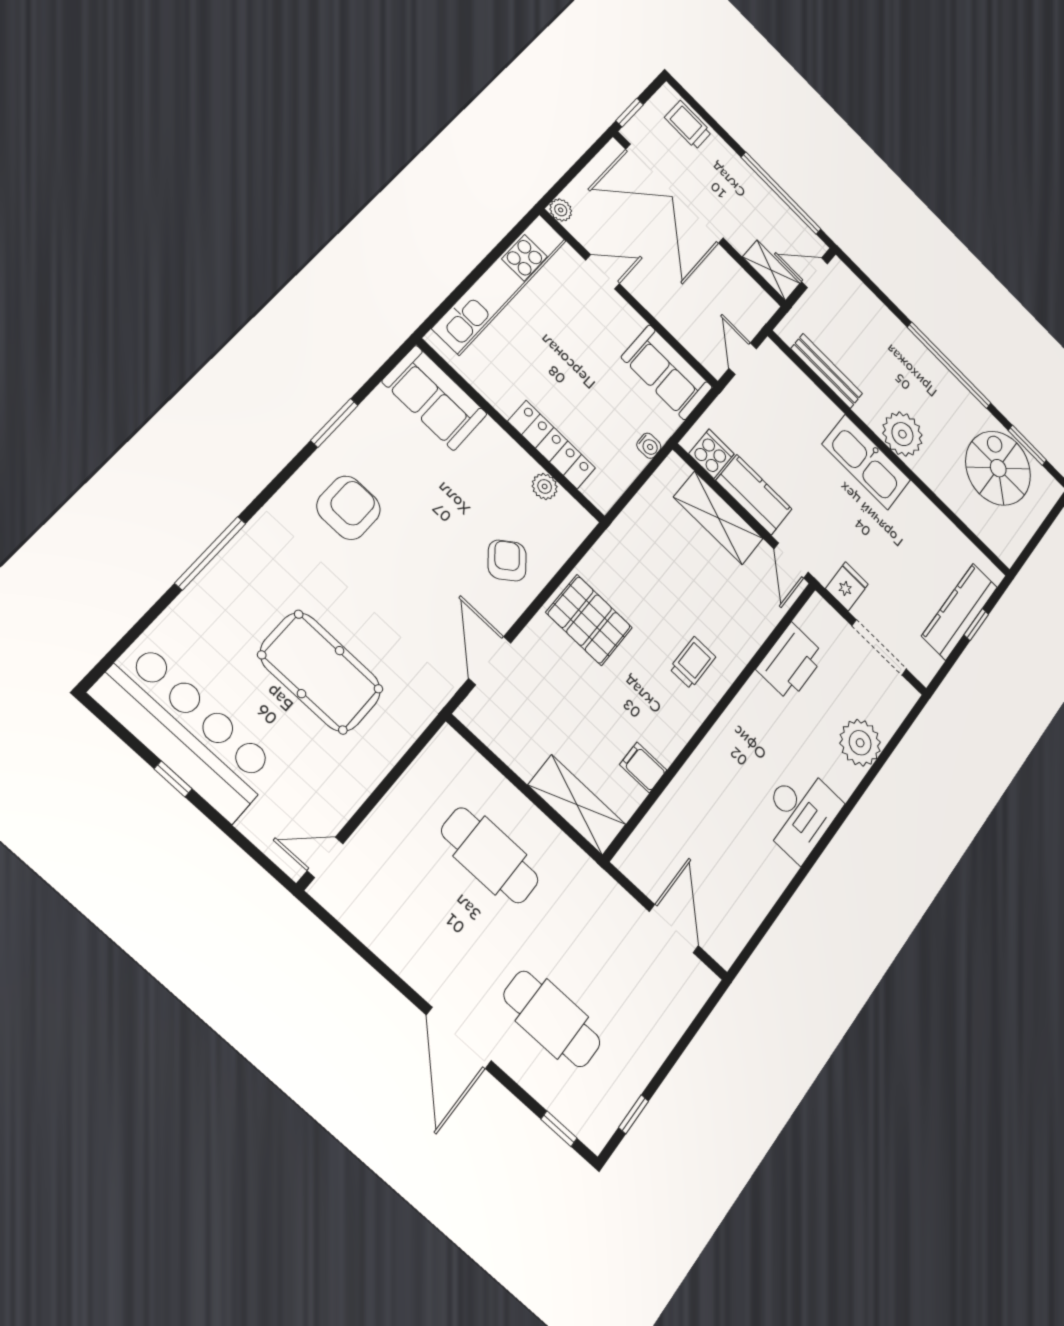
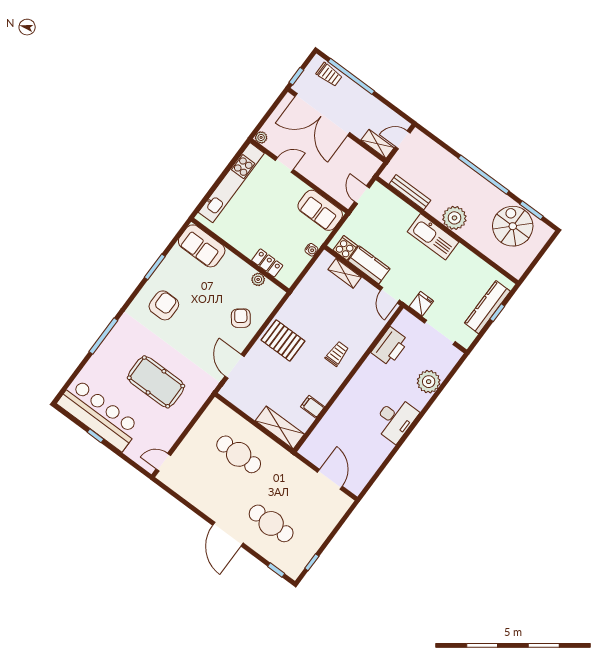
trolley: (688, 125) -> (329, 75), turned 180
window: (781, 193) -> (351, 76), moved
locker: (552, 445) -> (267, 263), width x0.66
shelving: (718, 518) -> (345, 273), width x0.67, depth x0.75

